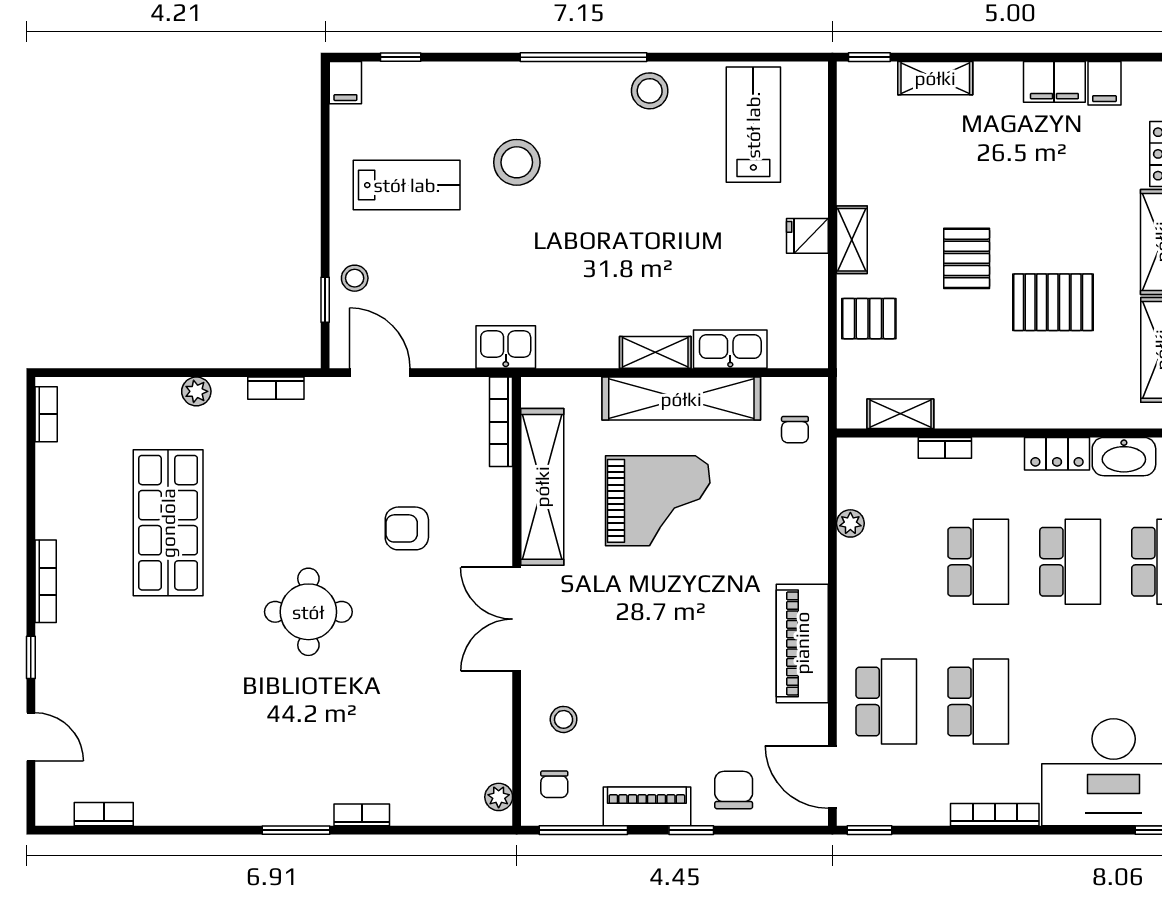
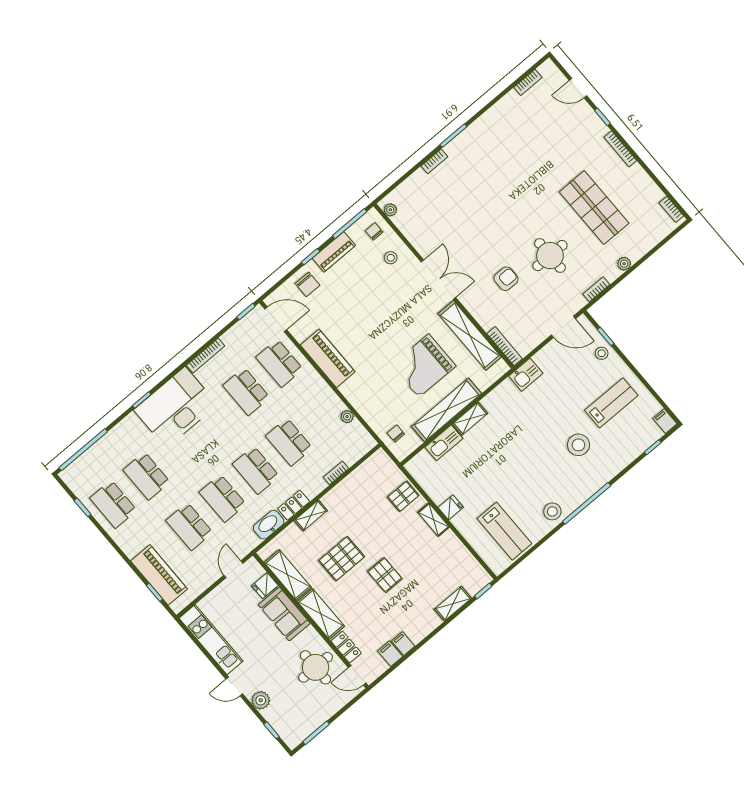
filing cabinet: (1054, 82) -> (403, 644), width x0.50
lab bench: (407, 185) -> (611, 403), turned 180
pallet: (967, 258) -> (385, 575), moved
shelving: (900, 414) -> (311, 515), moved
round table: (308, 612) -> (550, 256), moved

